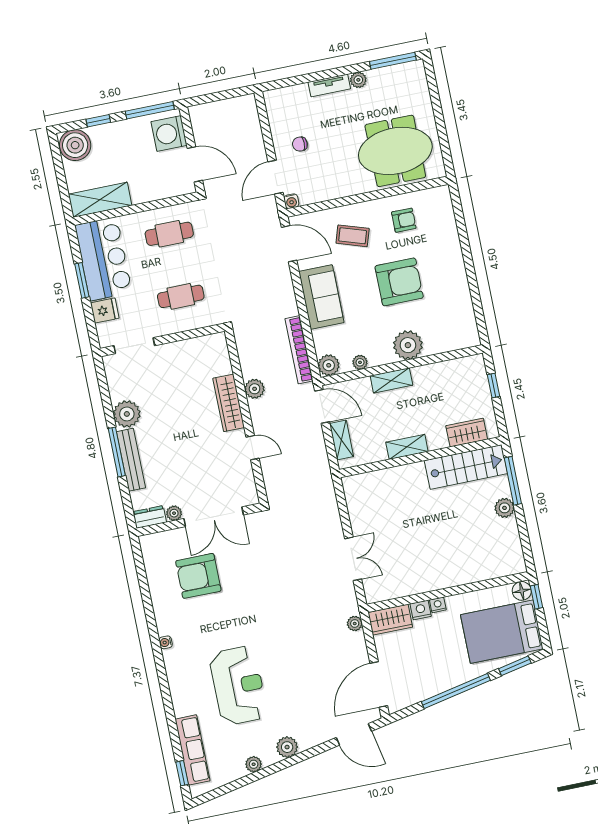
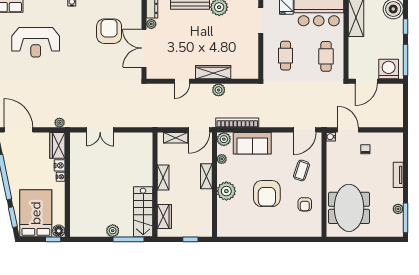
plant: (358, 80) -> (398, 209), moved
sofa: (321, 297) -> (252, 143), moved

